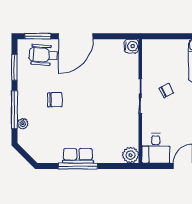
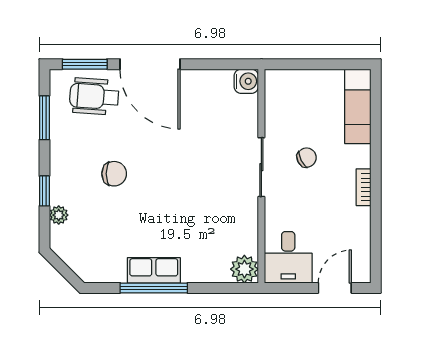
door: (76, 36) -> (150, 64), hinge flipped
window: (14, 110) -> (44, 191), width x0.46

